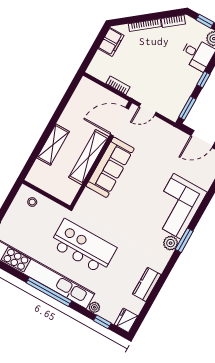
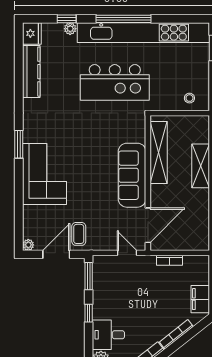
door: (148, 109) -> (127, 253), hinge flipped
coffee table: (177, 145) -> (79, 234), added
shelving: (89, 157) -> (159, 153), moved
plant: (171, 243) -> (31, 134), removed
kitchen counter: (147, 284) -> (31, 72), width x1.50
window: (102, 322) -> (67, 19), moved

